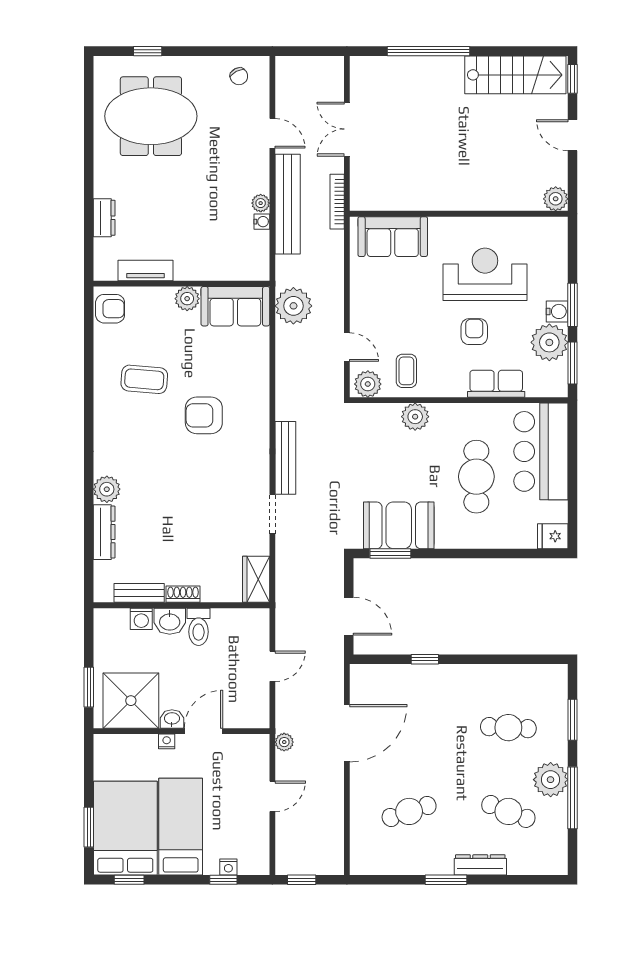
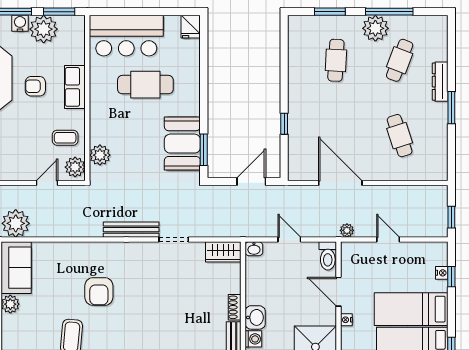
row of seats: (496, 384) -> (75, 87), moved
plant: (415, 417) -> (100, 155), moved
toilet: (199, 627) -> (328, 256), moved, turned 90
washbasin: (172, 719) -> (254, 249), moved, turned -90

